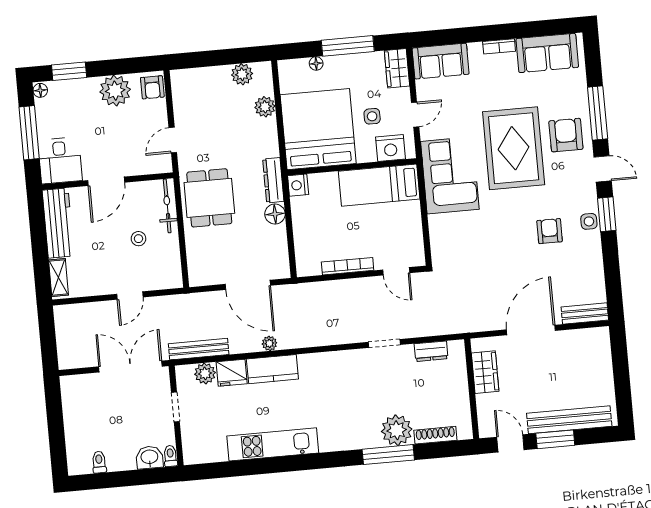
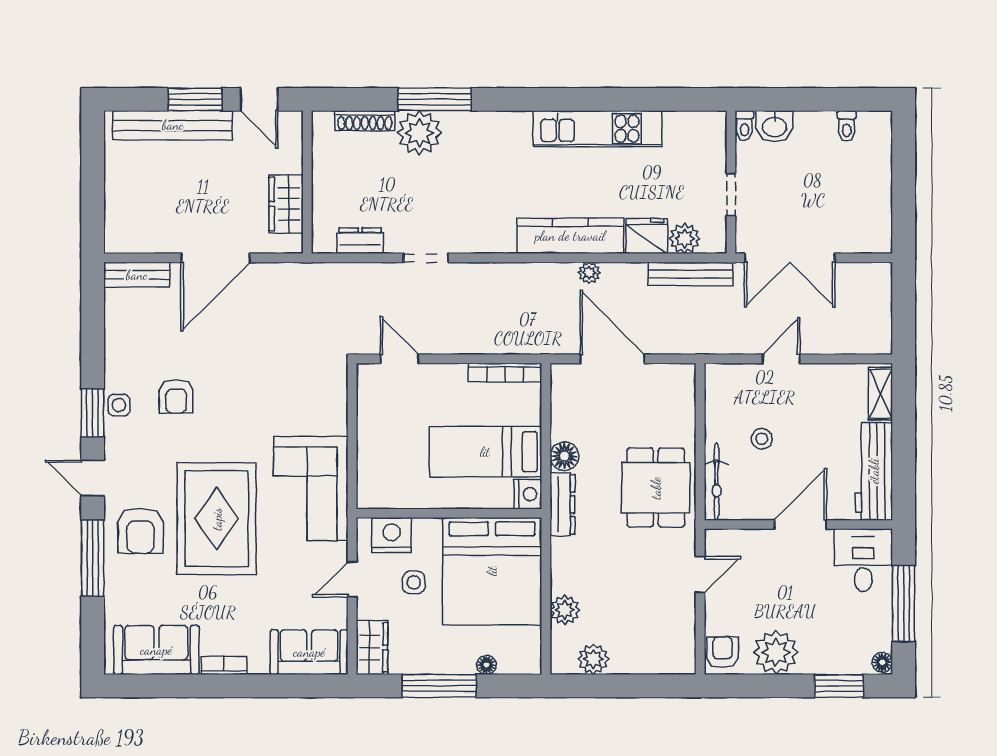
bed: (379, 185) -> (485, 452), moved, turned 180
bookcase: (348, 266) -> (505, 372), moved
kitchen counter: (272, 369) -> (570, 236), width x1.50

